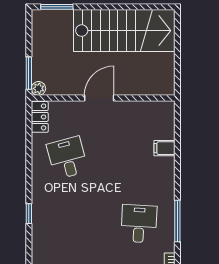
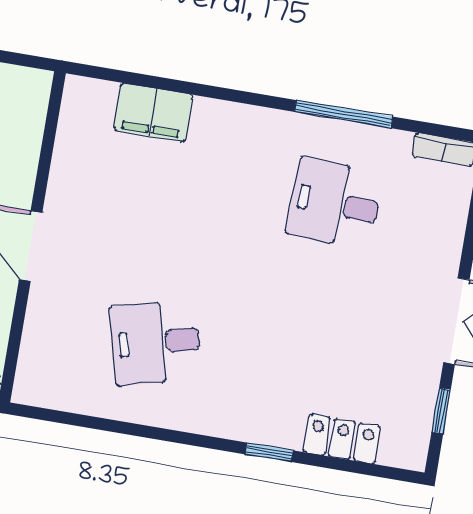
locker: (40, 117) -> (342, 439), moved
filing cabinet: (164, 148) -> (153, 113), width x2.00

